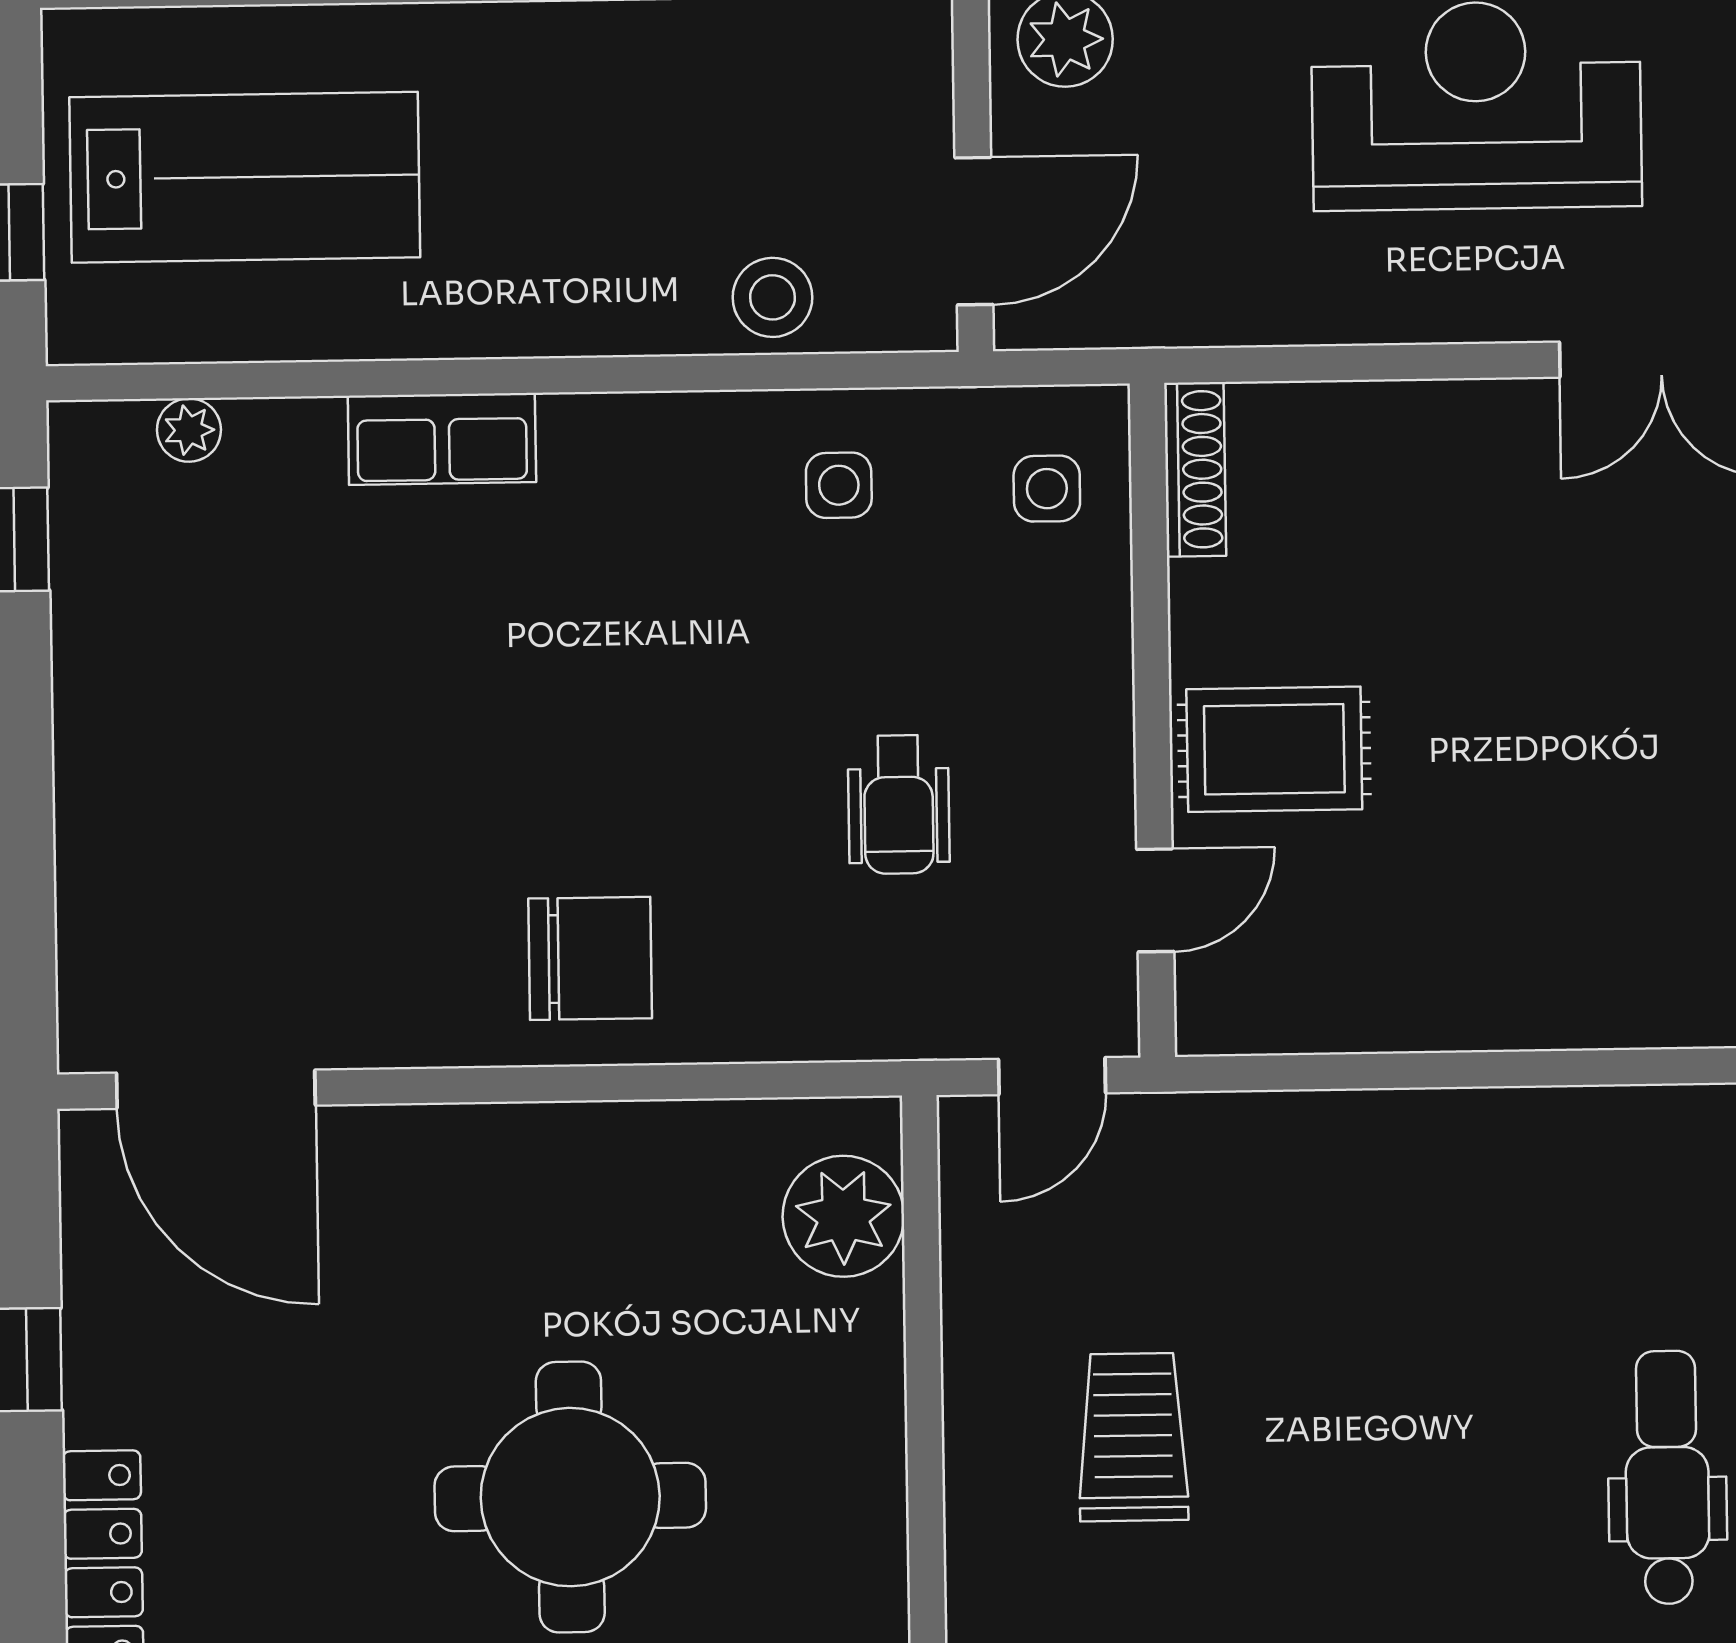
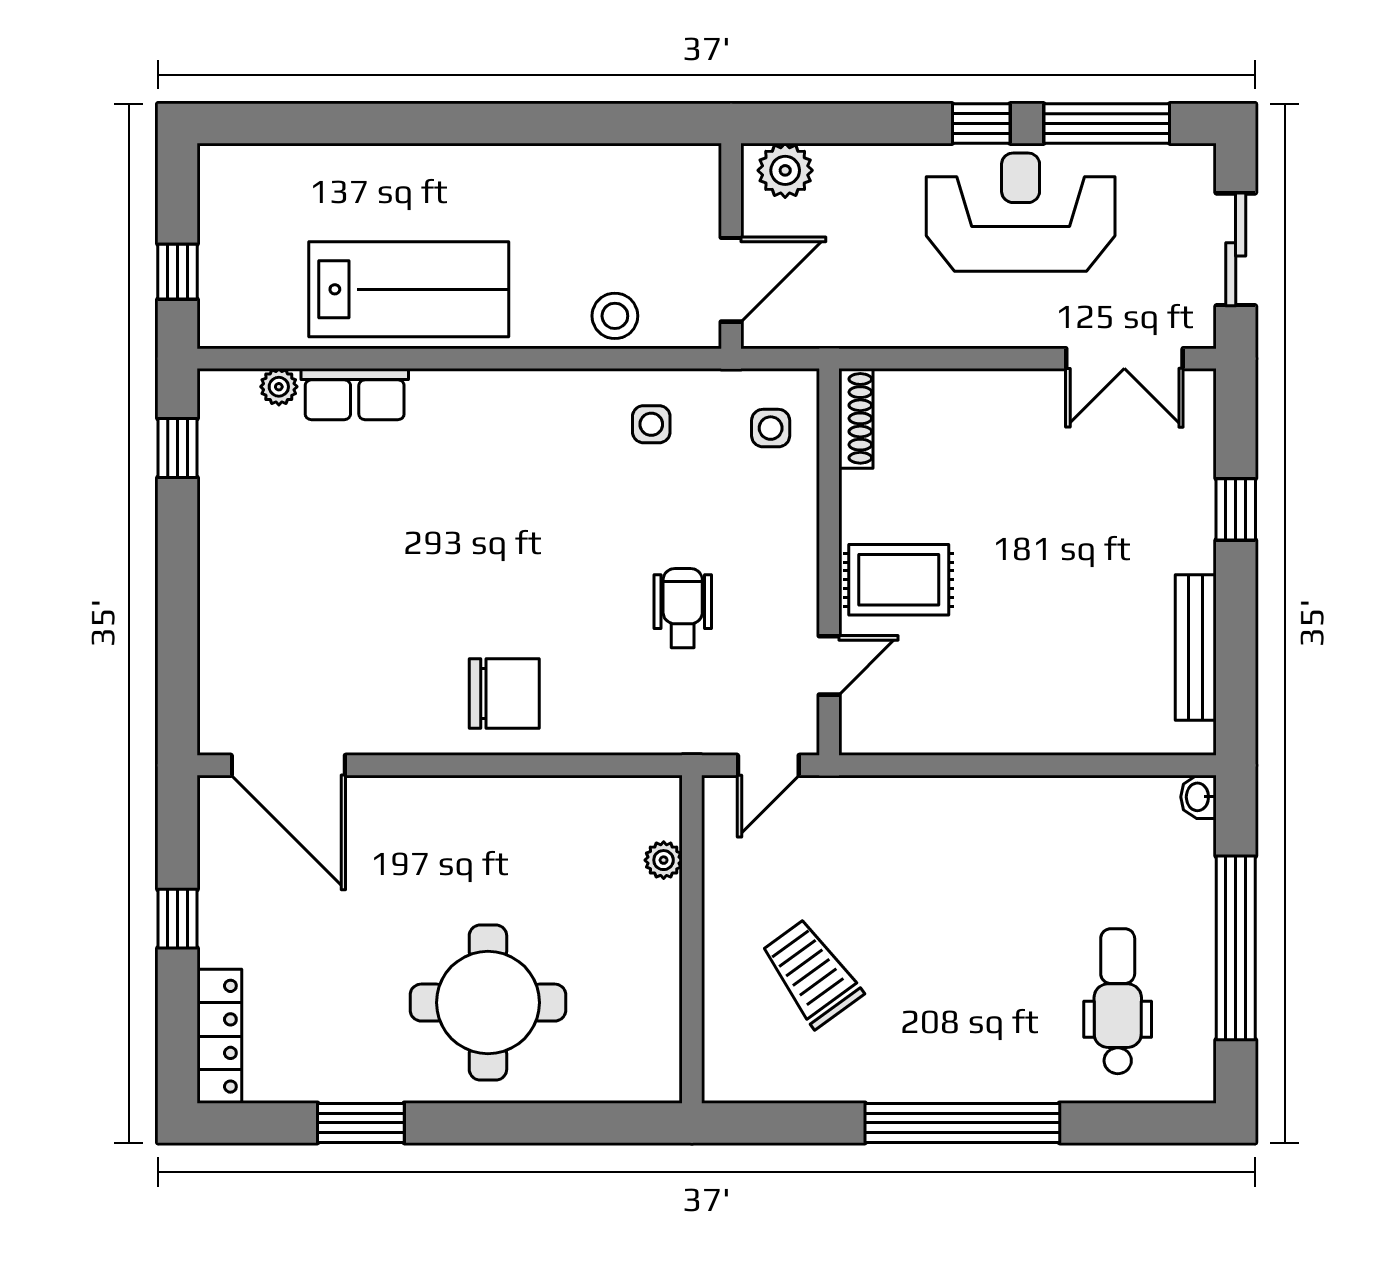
lab bench: (245, 177) -> (409, 289), moved
row of seats: (442, 439) -> (355, 394), moved
wheelchair: (899, 805) -> (683, 608), turned 180
plant: (843, 1216) -> (664, 860), width x0.53, depth x0.53
trolley: (1133, 1437) -> (812, 973), turned -36

